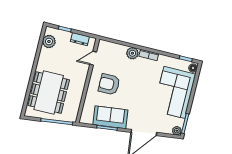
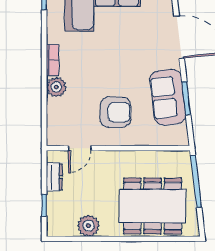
plant: (49, 41) -> (88, 226), moved
door: (93, 58) -> (80, 148), hinge flipped
armchair: (109, 84) -> (115, 112), turned -90

